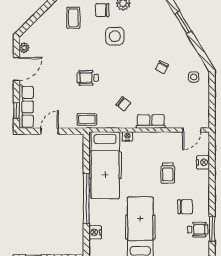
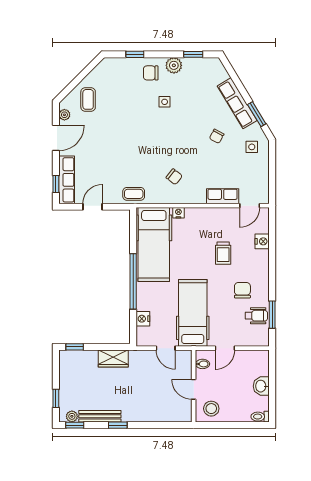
coffee table: (73, 18) -> (88, 99), moved
window: (183, 22) -> (257, 114), moved
side table: (115, 36) -> (165, 102), width x0.54, depth x0.54
row of seats: (180, 37) -> (237, 103), added
wheelchair: (88, 78) -> (135, 148), removed
row of seats: (151, 121) -> (223, 196), moved
chair: (185, 207) -> (242, 290), turned -90

